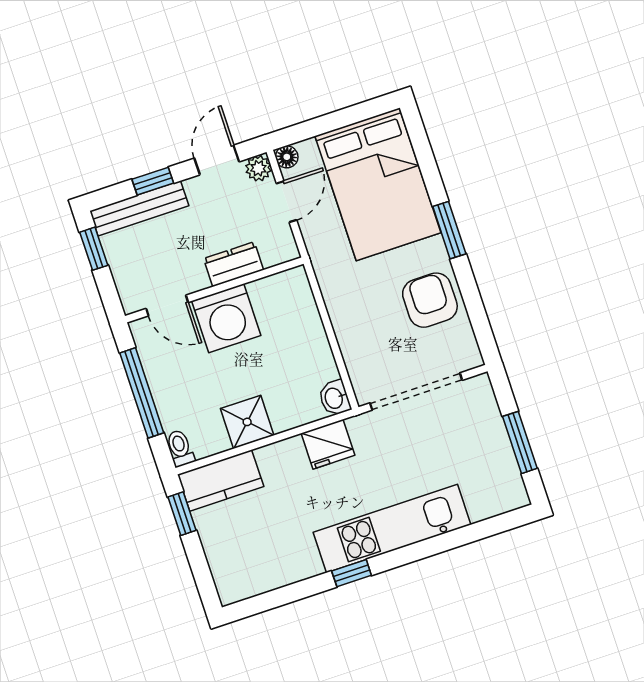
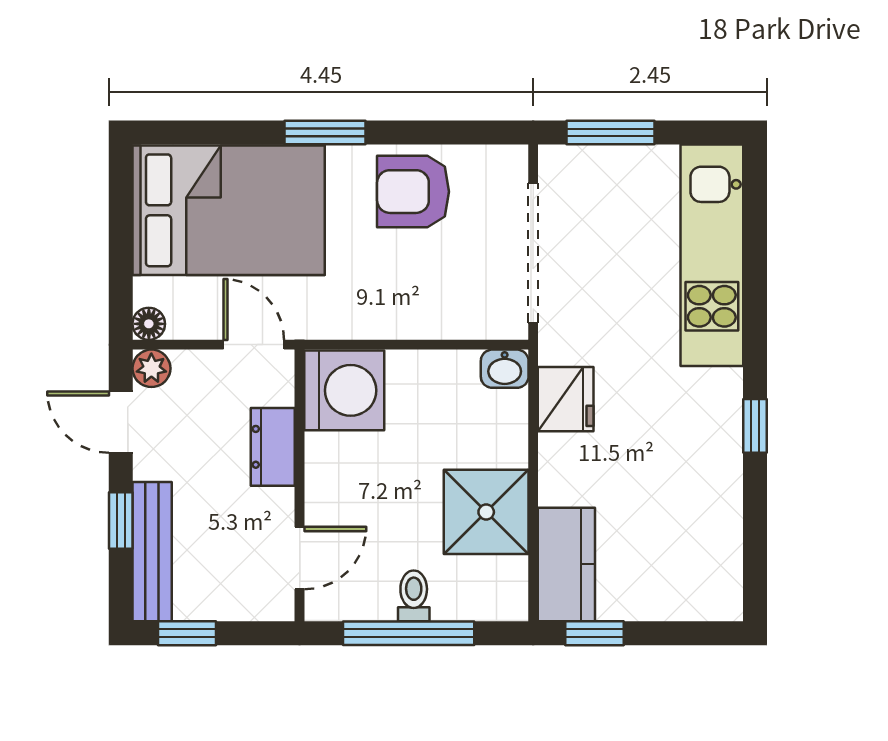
door: (287, 202) -> (254, 345), moved
washing machine: (226, 318) -> (344, 390), moved
shower: (247, 422) -> (486, 512), width x1.36, depth x1.36
window: (520, 442) -> (610, 133), moved
toilet: (180, 448) -> (414, 596), moved, turned 90
kitchen unit: (392, 529) -> (712, 255), moved

